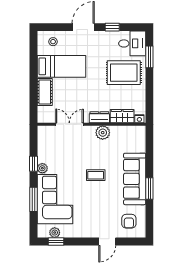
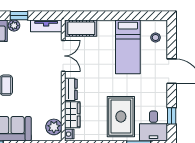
window: (112, 27) -> (172, 116), moved
cot: (45, 92) -> (81, 28), moved
plant: (103, 133) -> (54, 127), moved
tv unit: (43, 139) -> (46, 26), added

